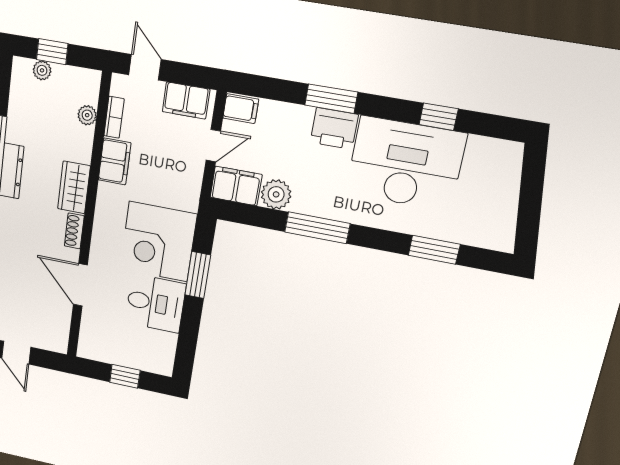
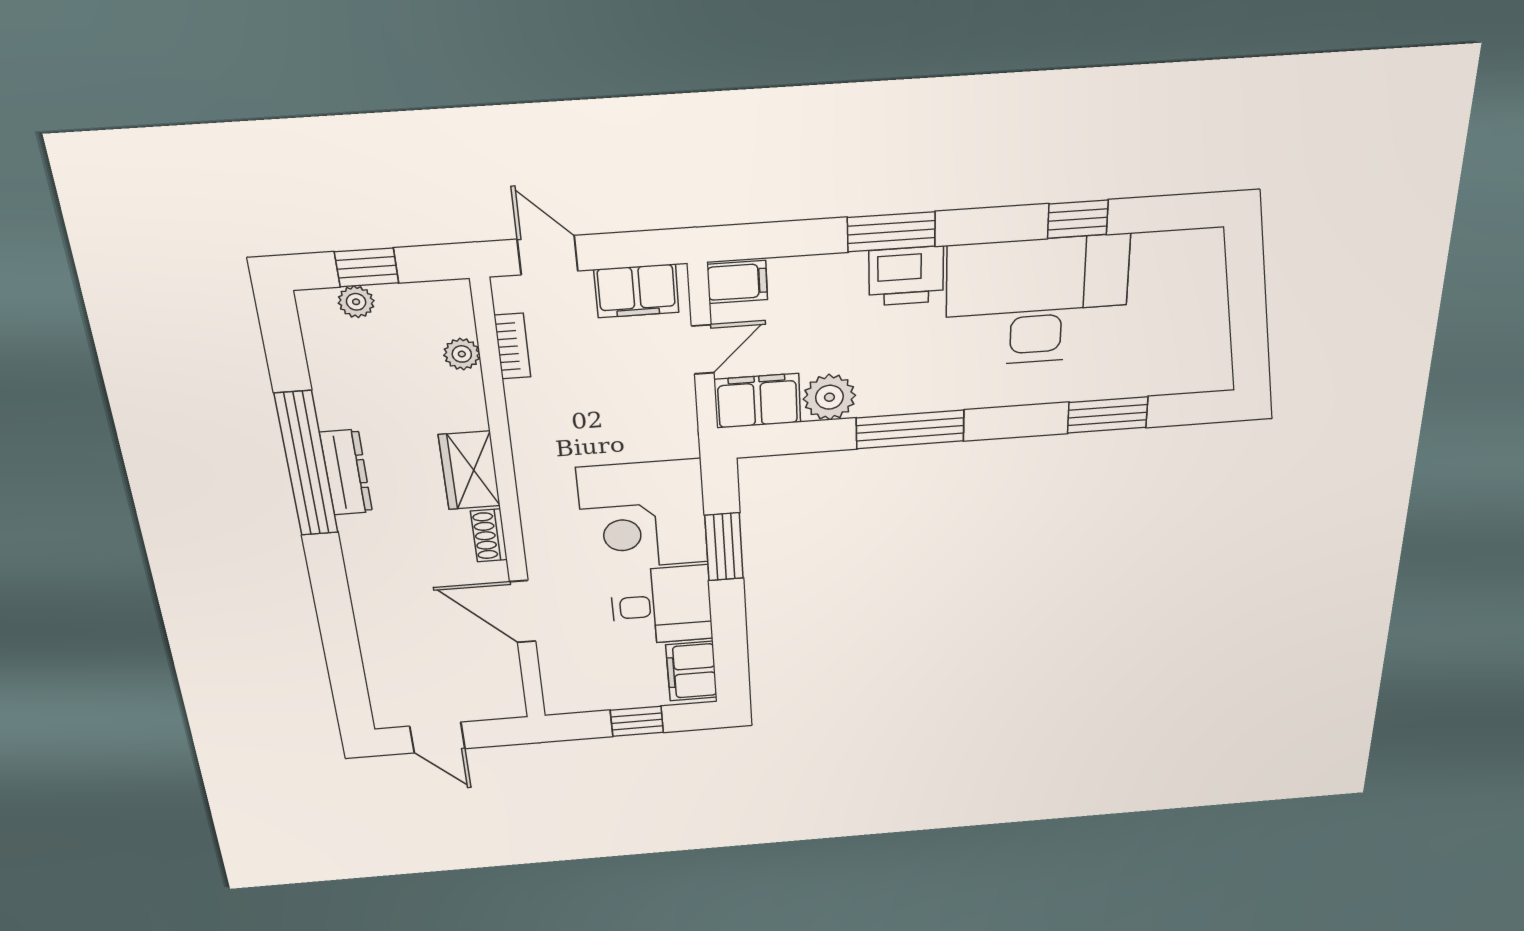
filing cabinet: (115, 161) -> (692, 671), moved, turned 180

